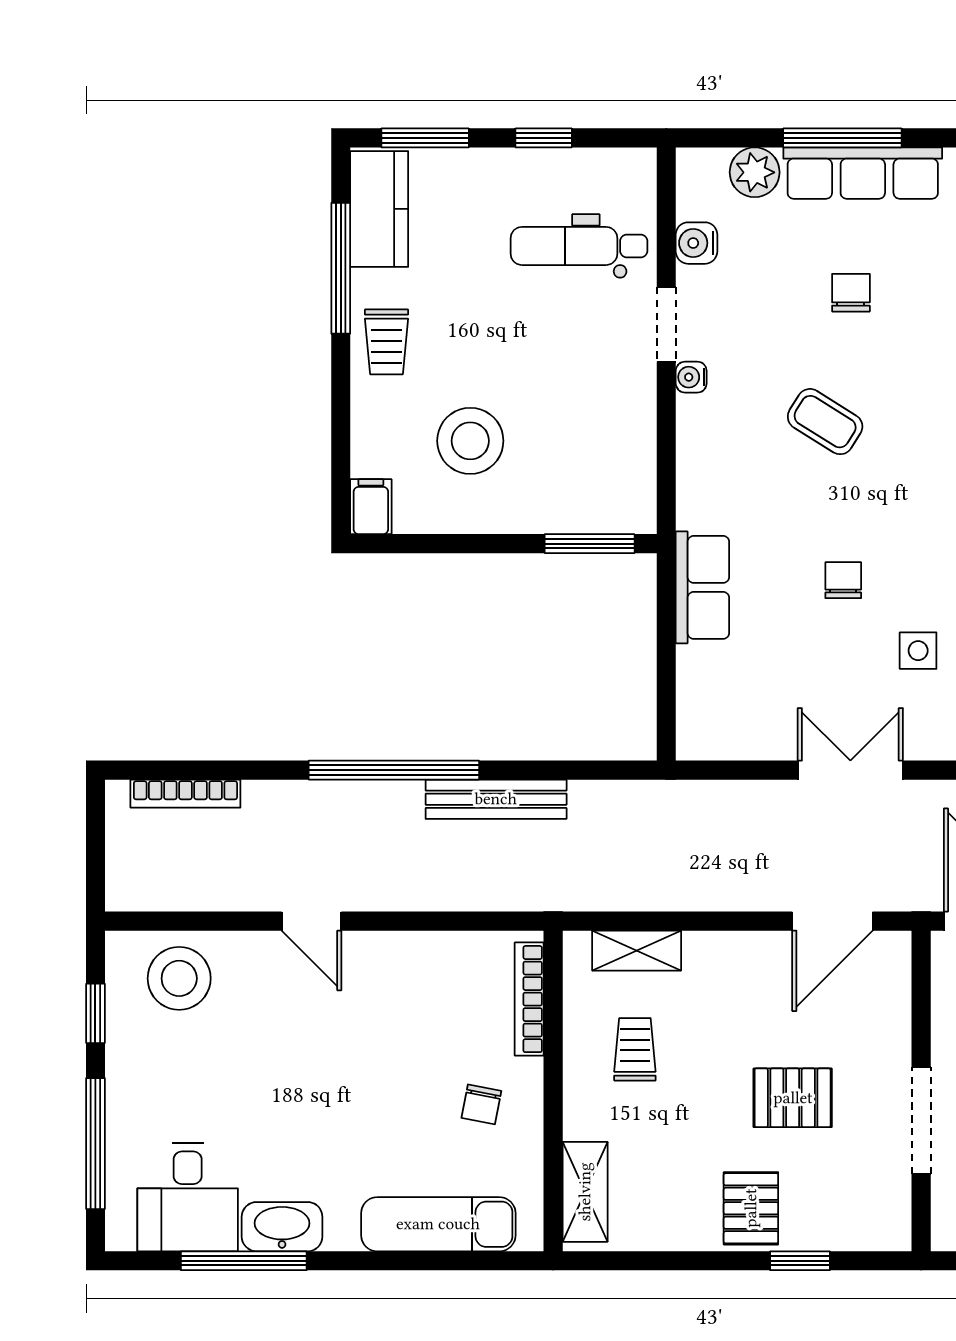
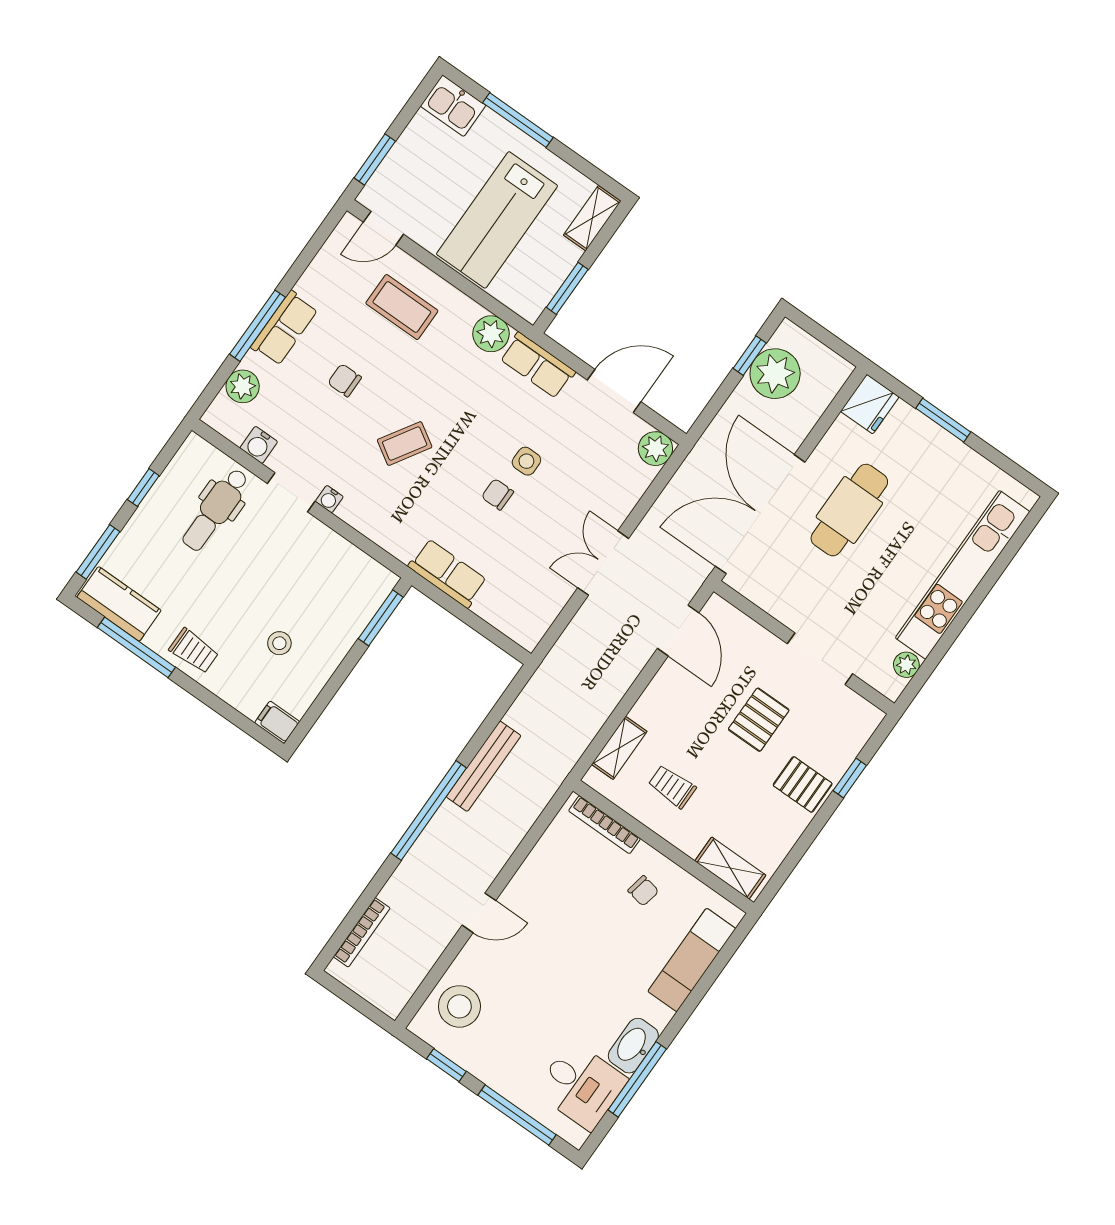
row of seats: (863, 173) -> (284, 328), width x0.68
stool: (470, 441) -> (279, 643), width x0.53, depth x0.53
side table: (918, 651) -> (526, 461), moved

